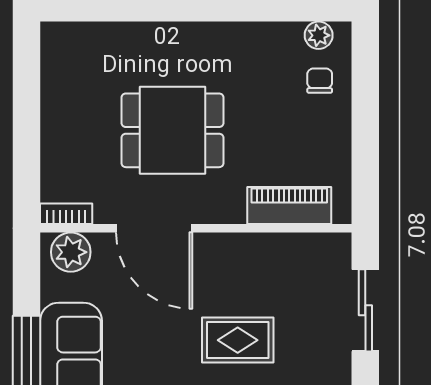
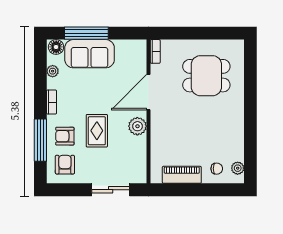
dining table: (173, 130) -> (206, 76), moved, turned 90
piano: (289, 206) -> (182, 175), moved, turned -90
plant: (71, 252) -> (137, 126), moved

